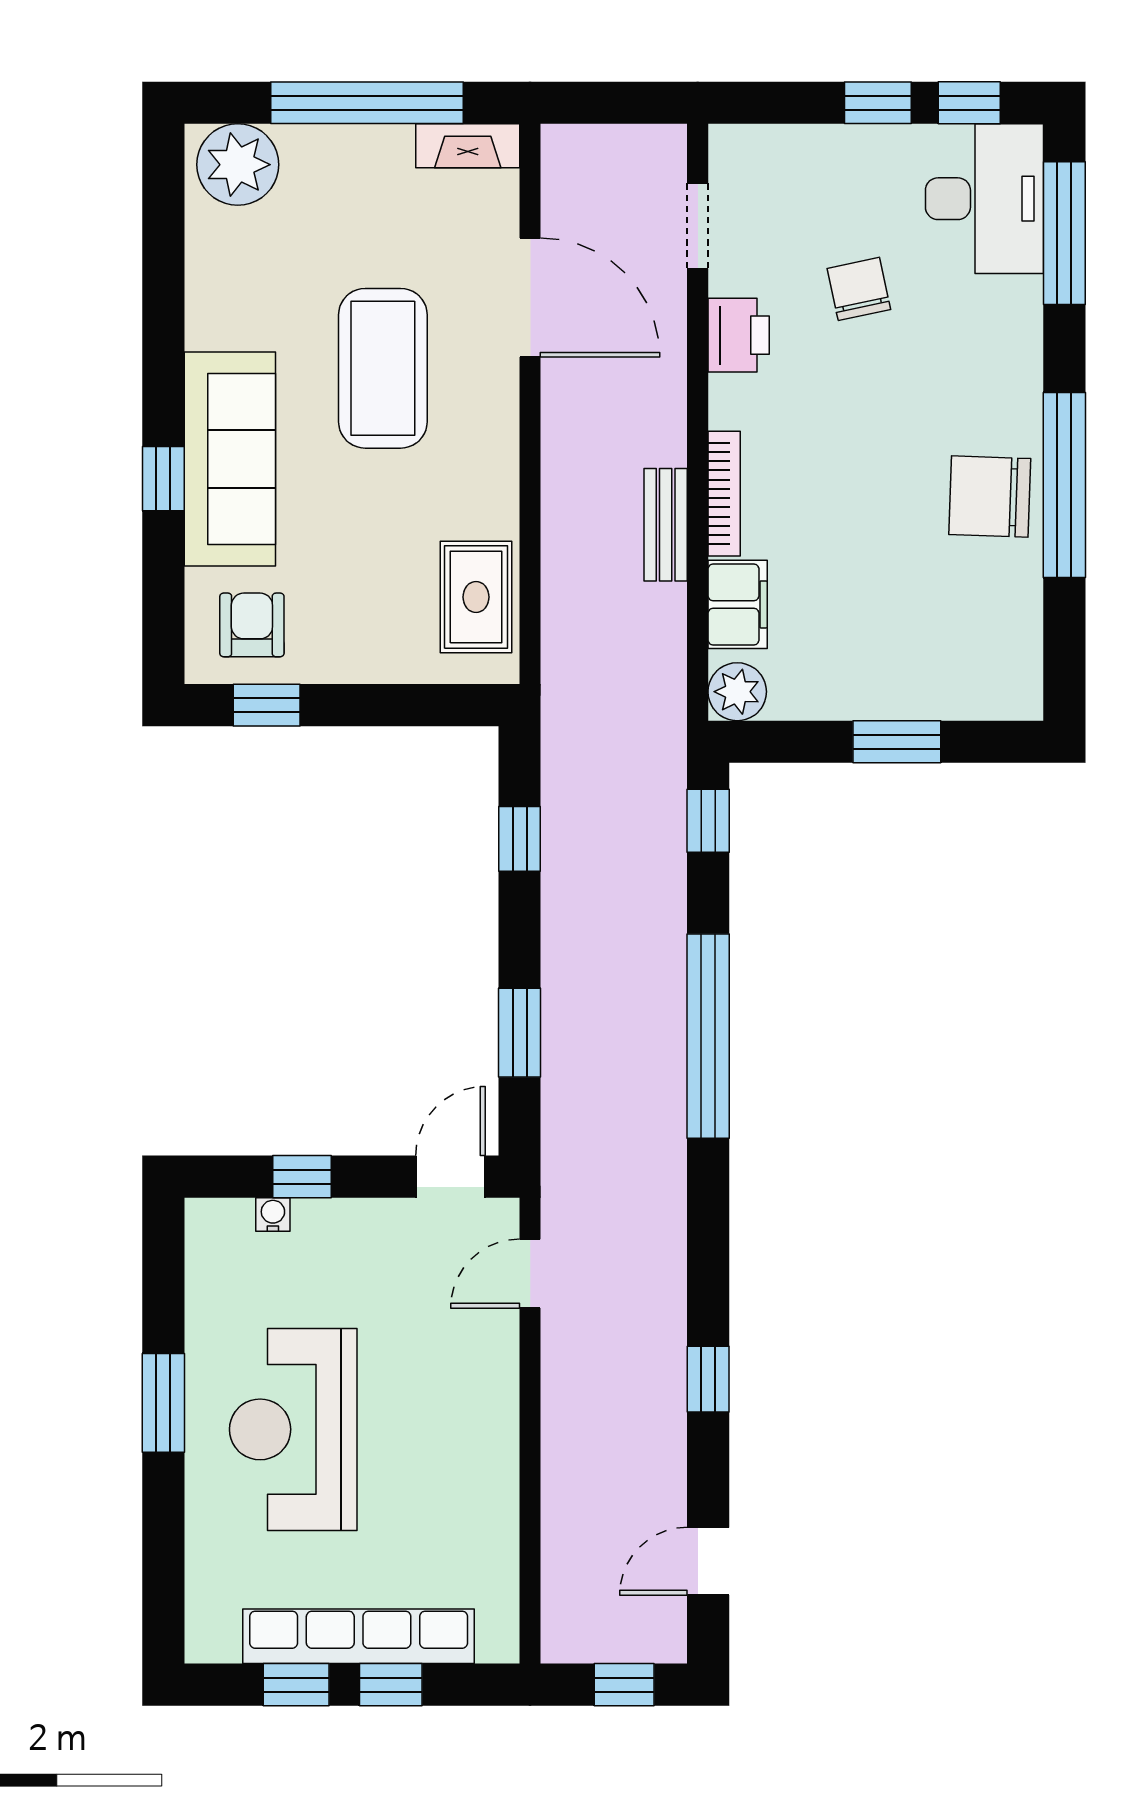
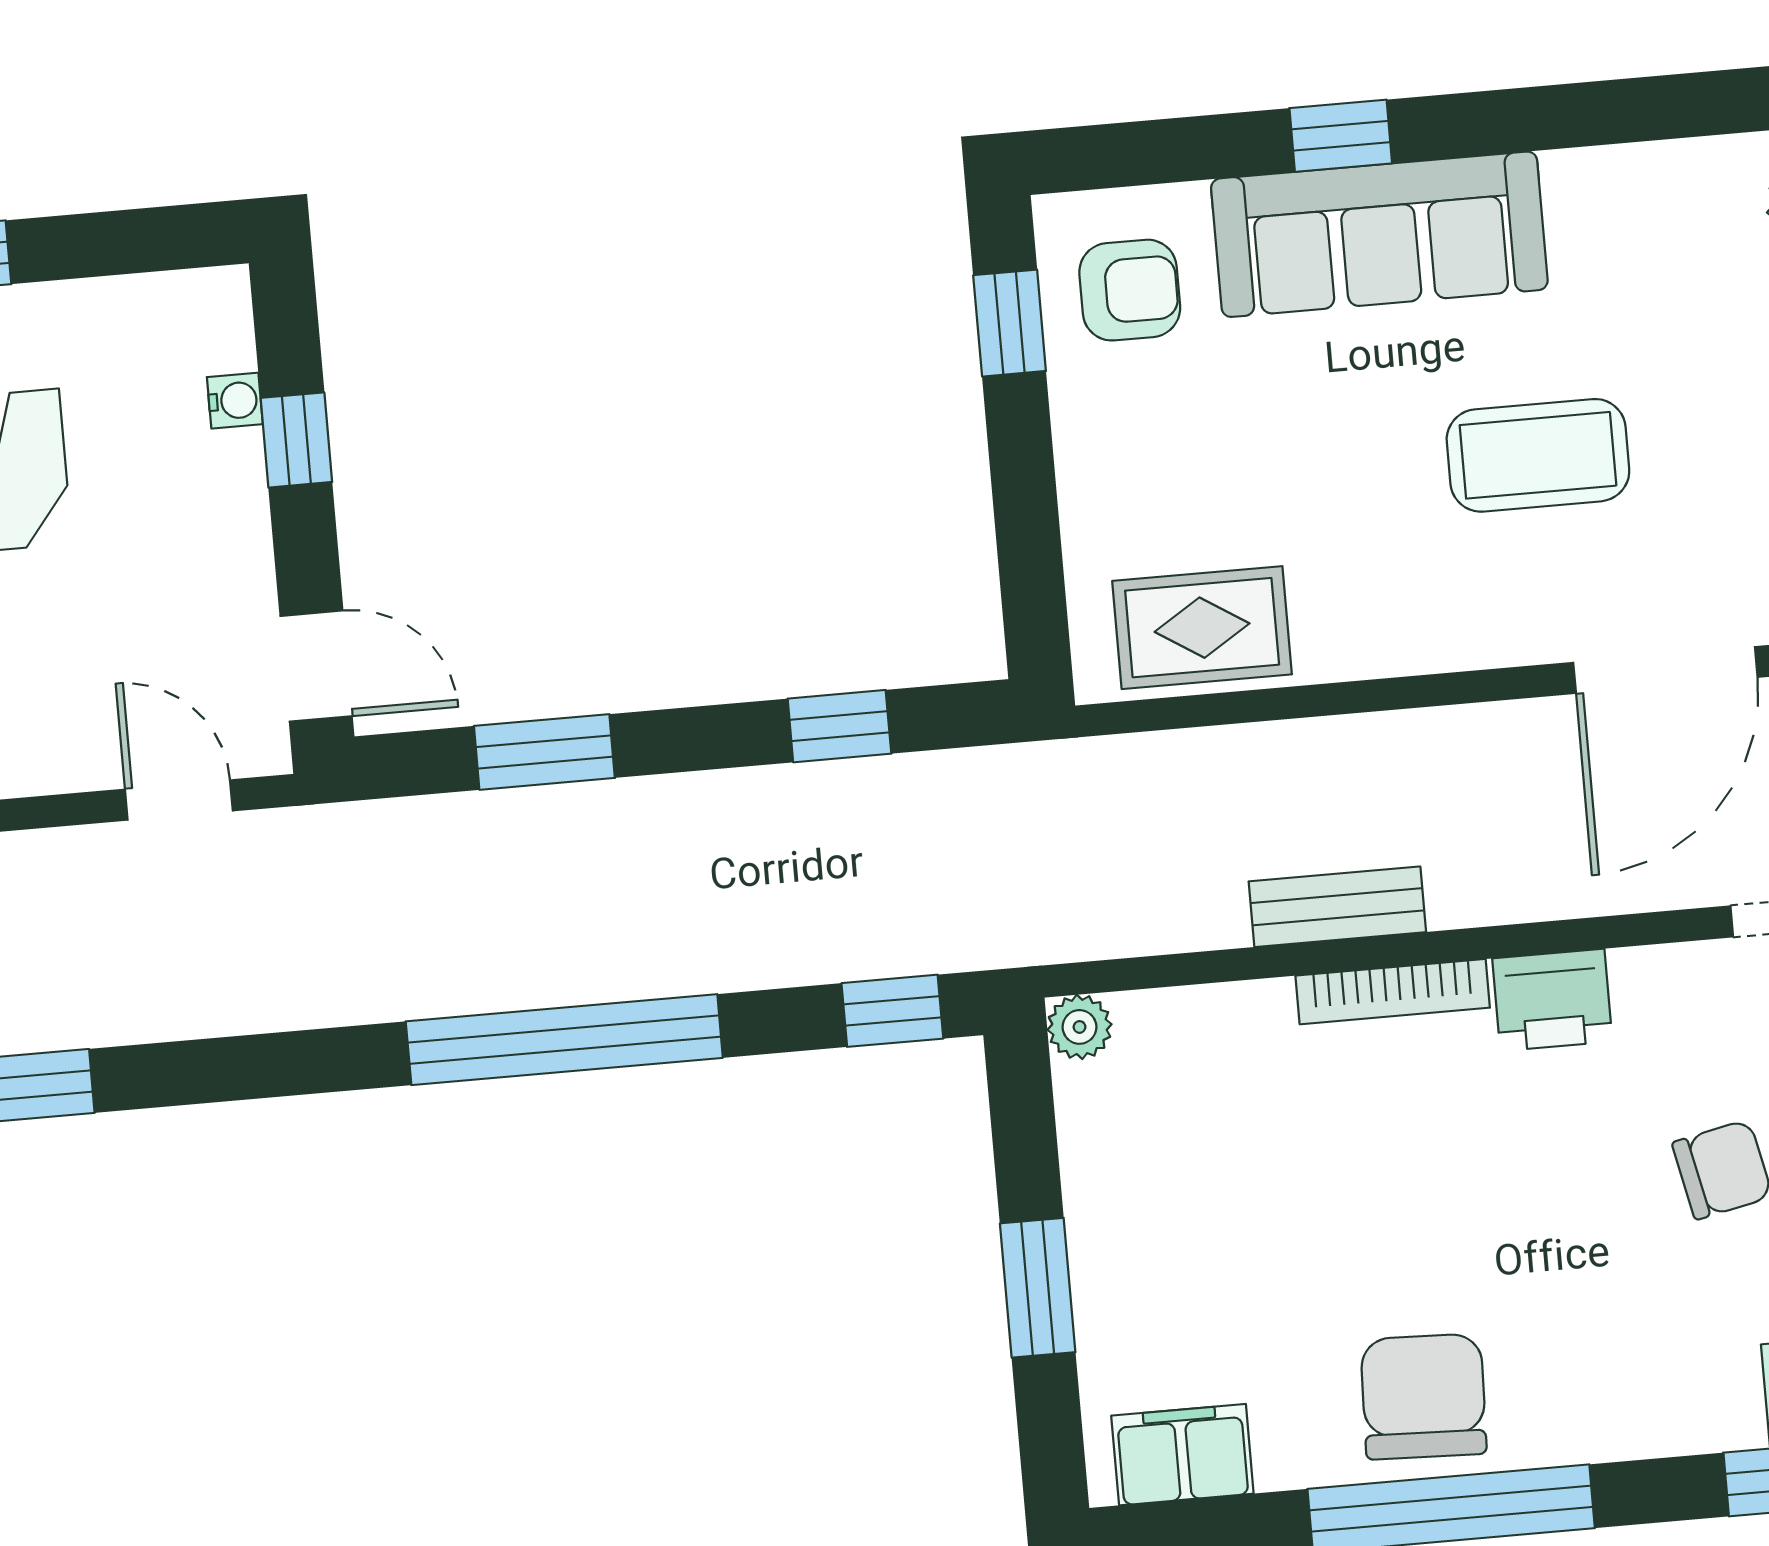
printer: (739, 335) -> (1552, 1000), moved
coffee table: (383, 368) -> (1538, 455), width x0.73, depth x0.76
filing cabinet: (738, 604) -> (1182, 1455), moved, turned 180
plant: (737, 692) -> (1080, 1027), width x0.73, depth x0.73

